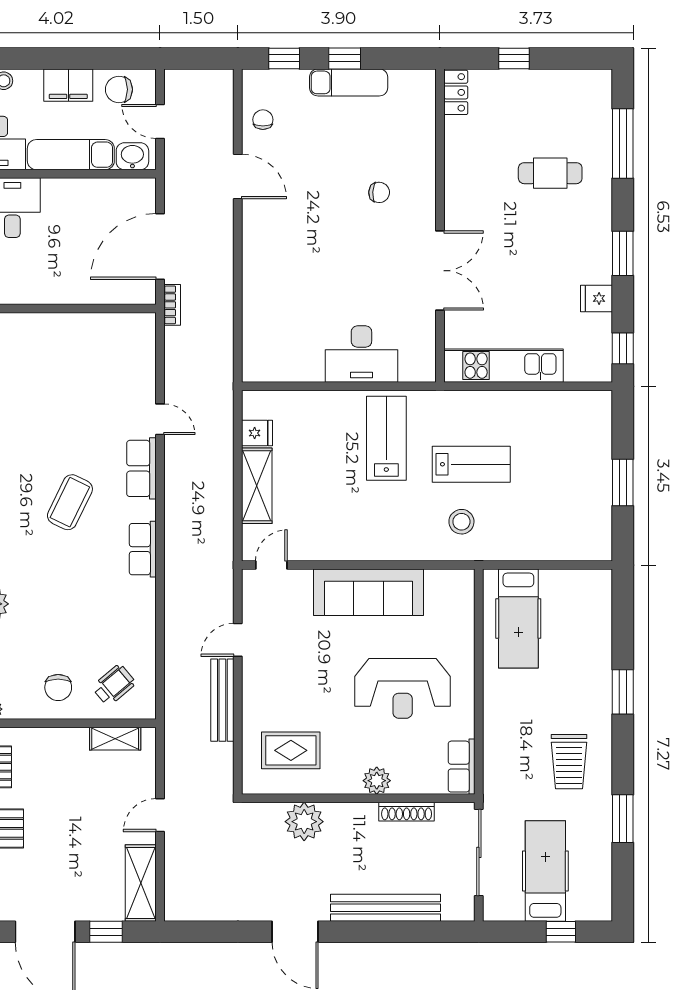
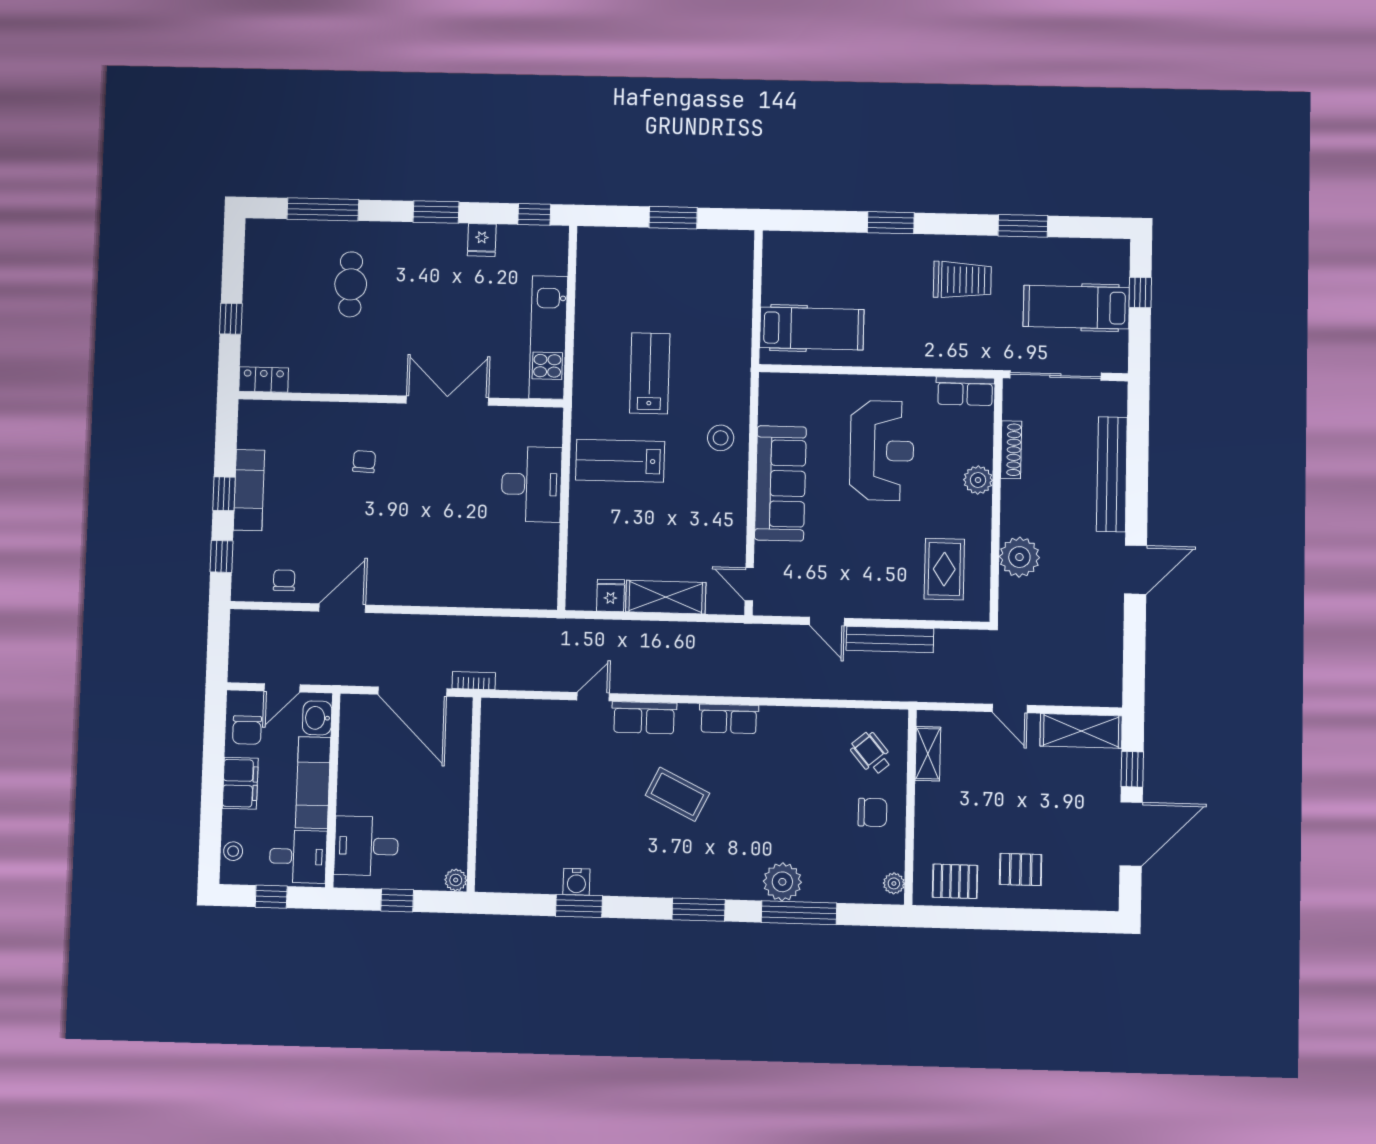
chair: (263, 120) -> (284, 580), turned 90
stool: (461, 522) -> (721, 438), moved

